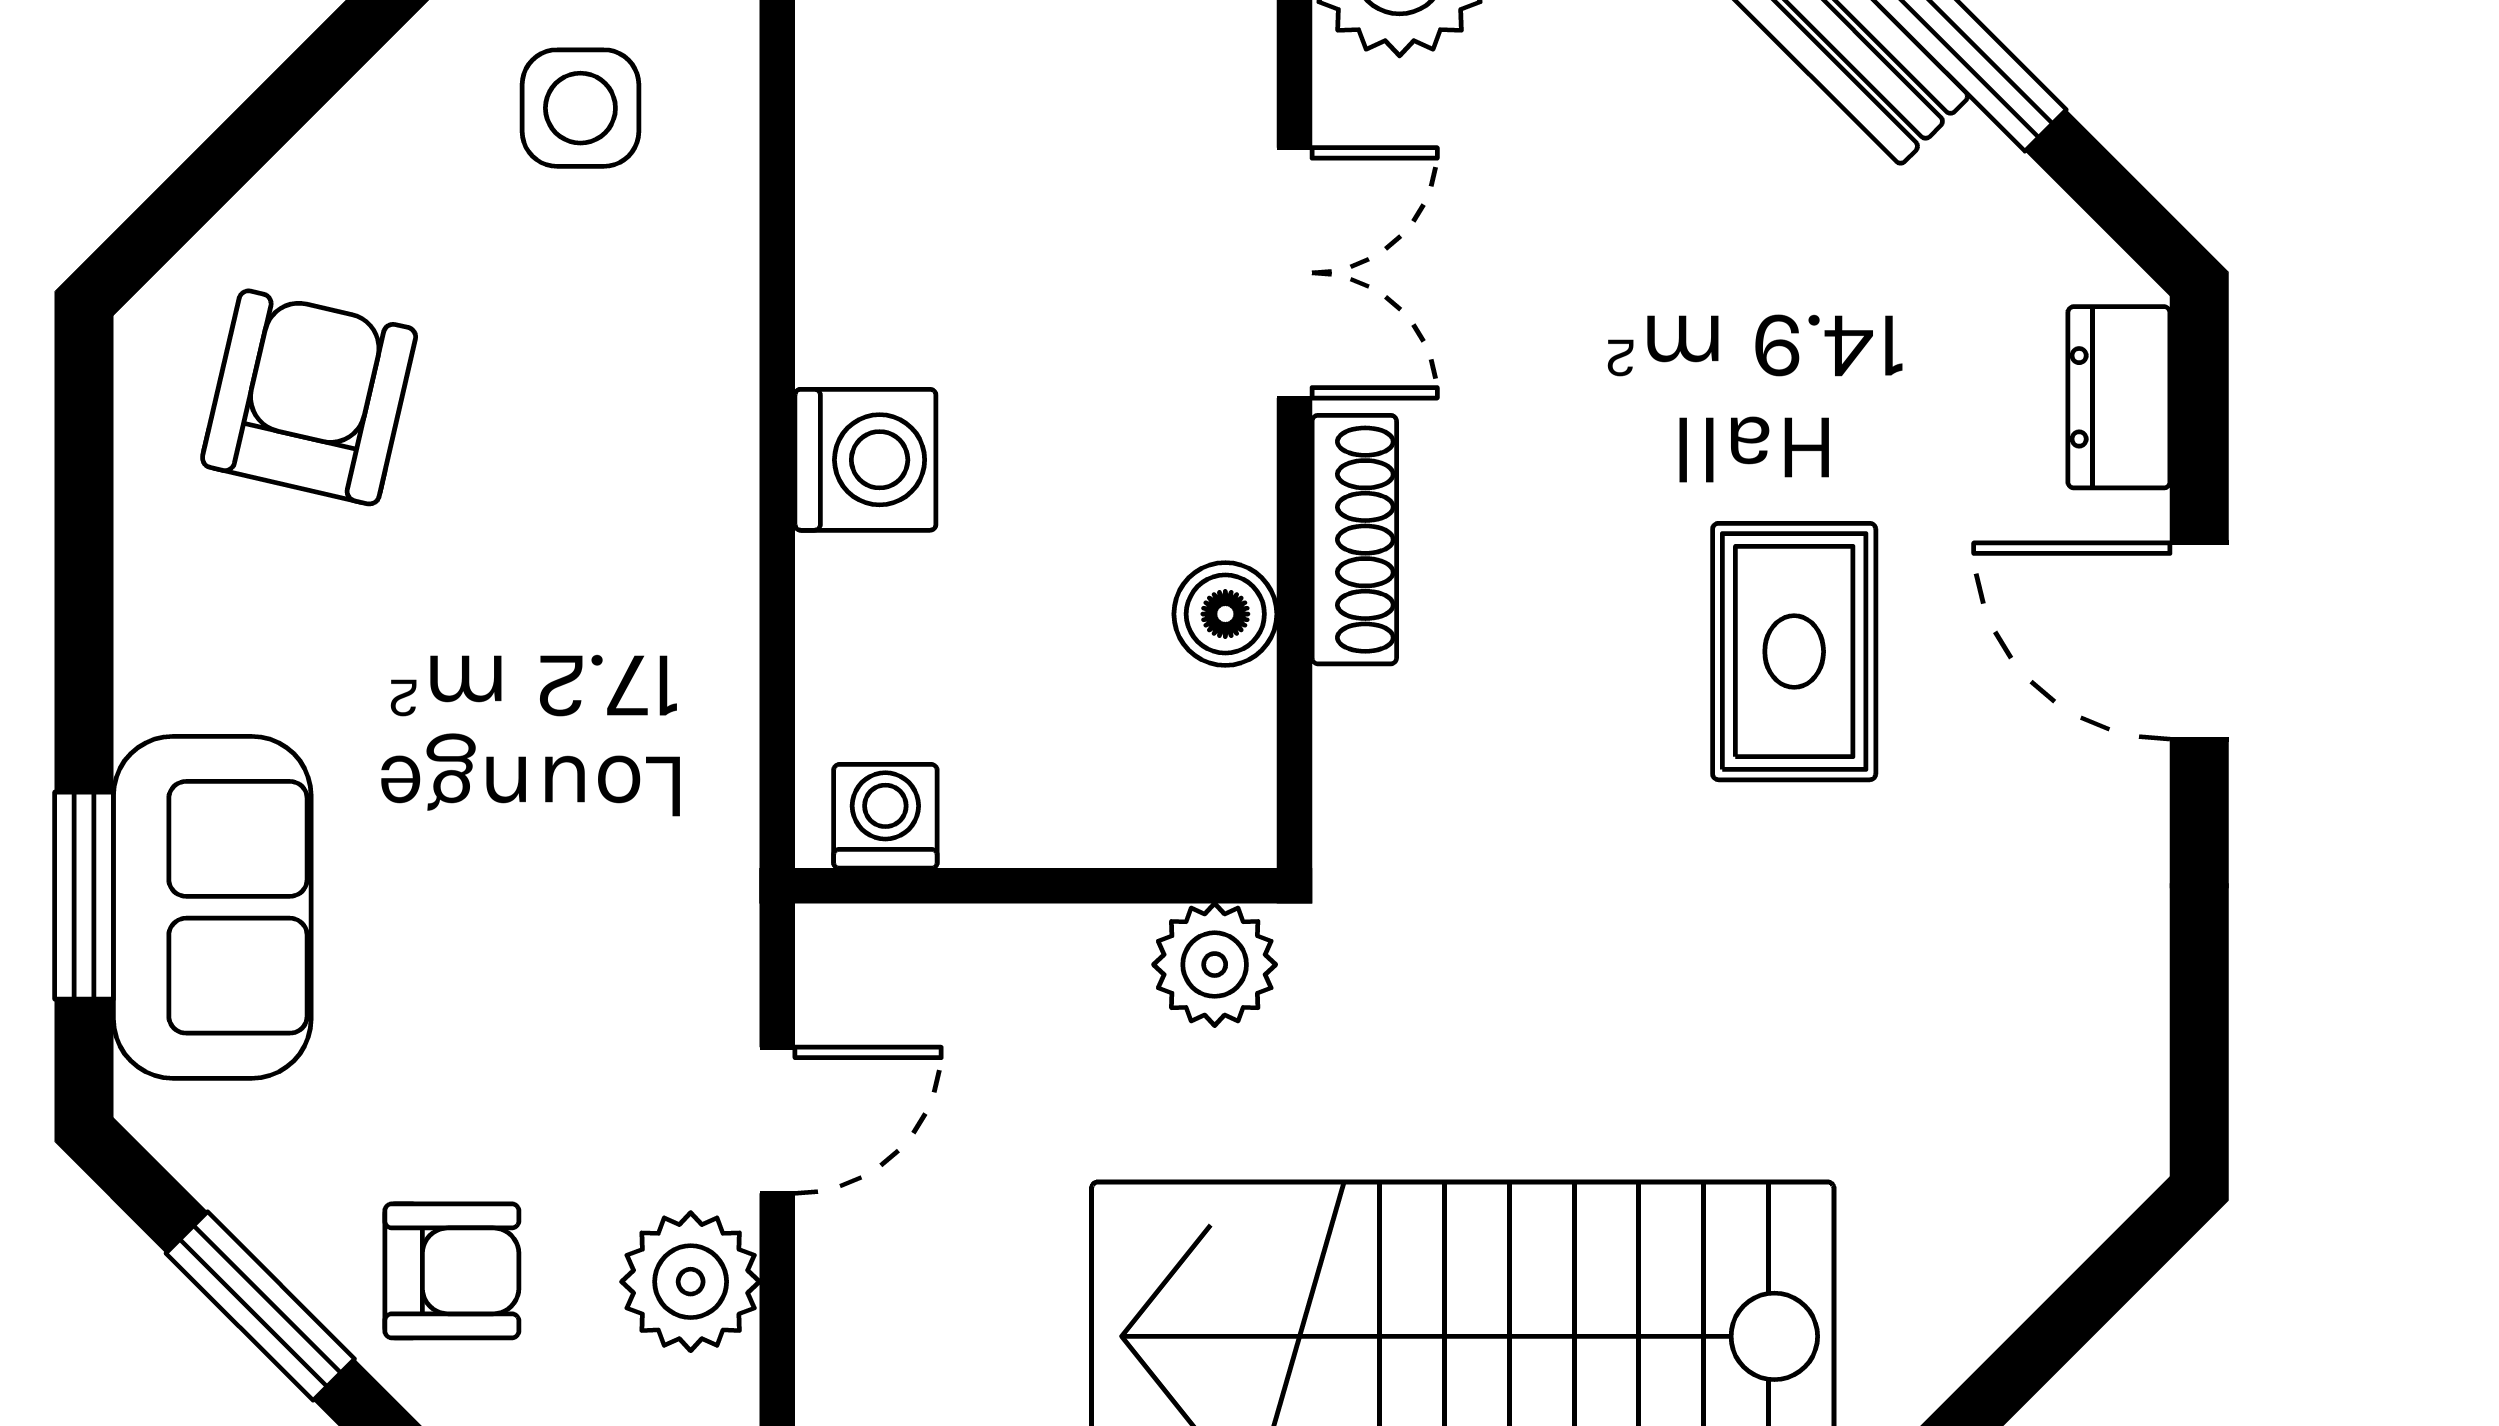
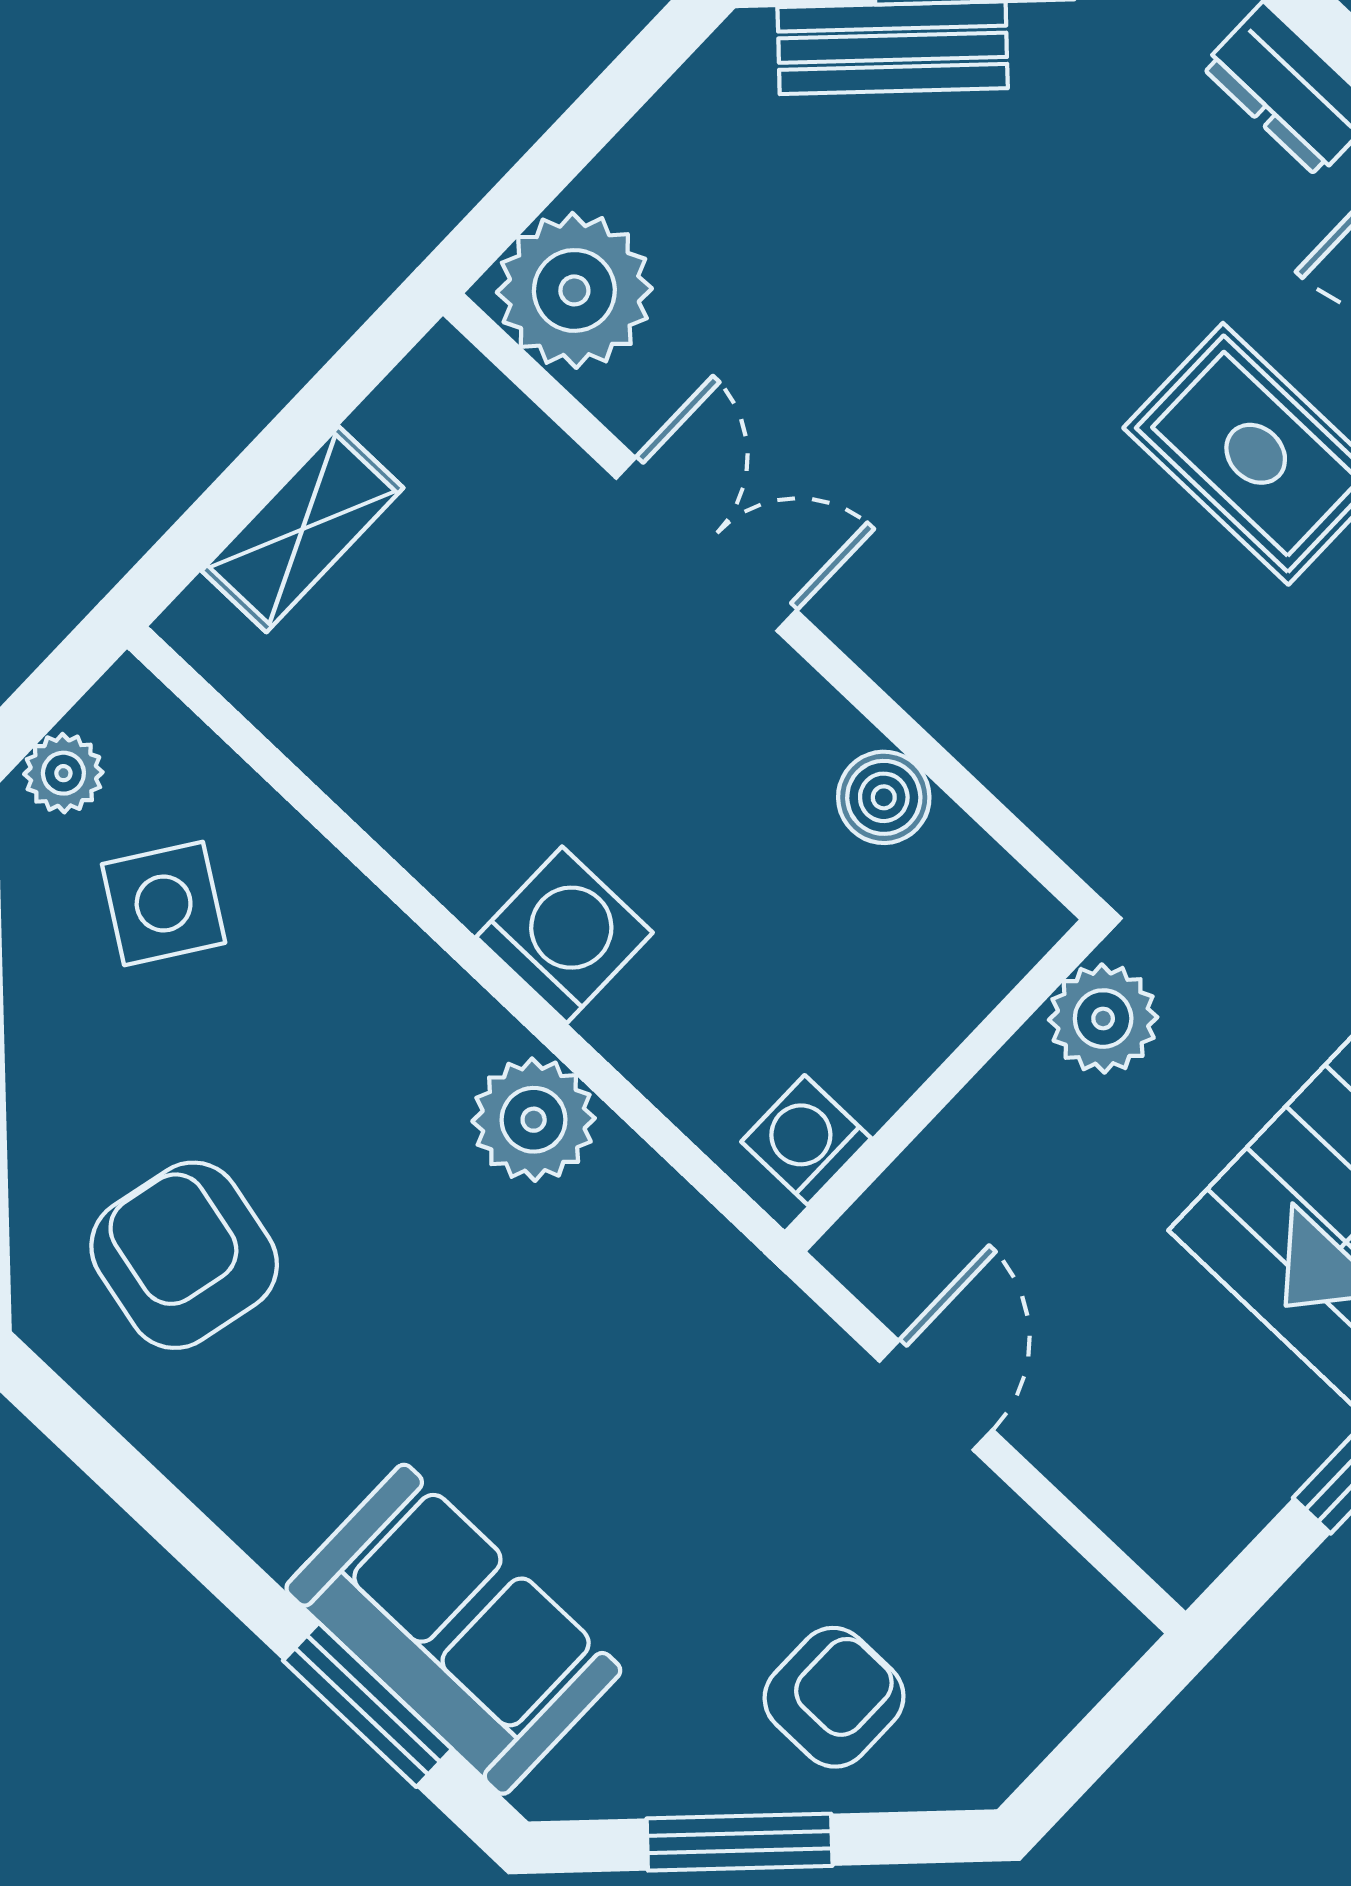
side table: (580, 108) -> (164, 903), turned 34
shoe rack: (1354, 540) -> (915, 669), removed
plant: (691, 1282) -> (534, 1120), moved

